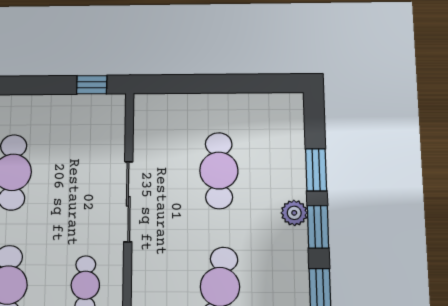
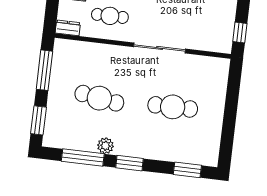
window: (316, 170) -> (187, 170), moved
plant: (294, 213) -> (105, 146), moved

